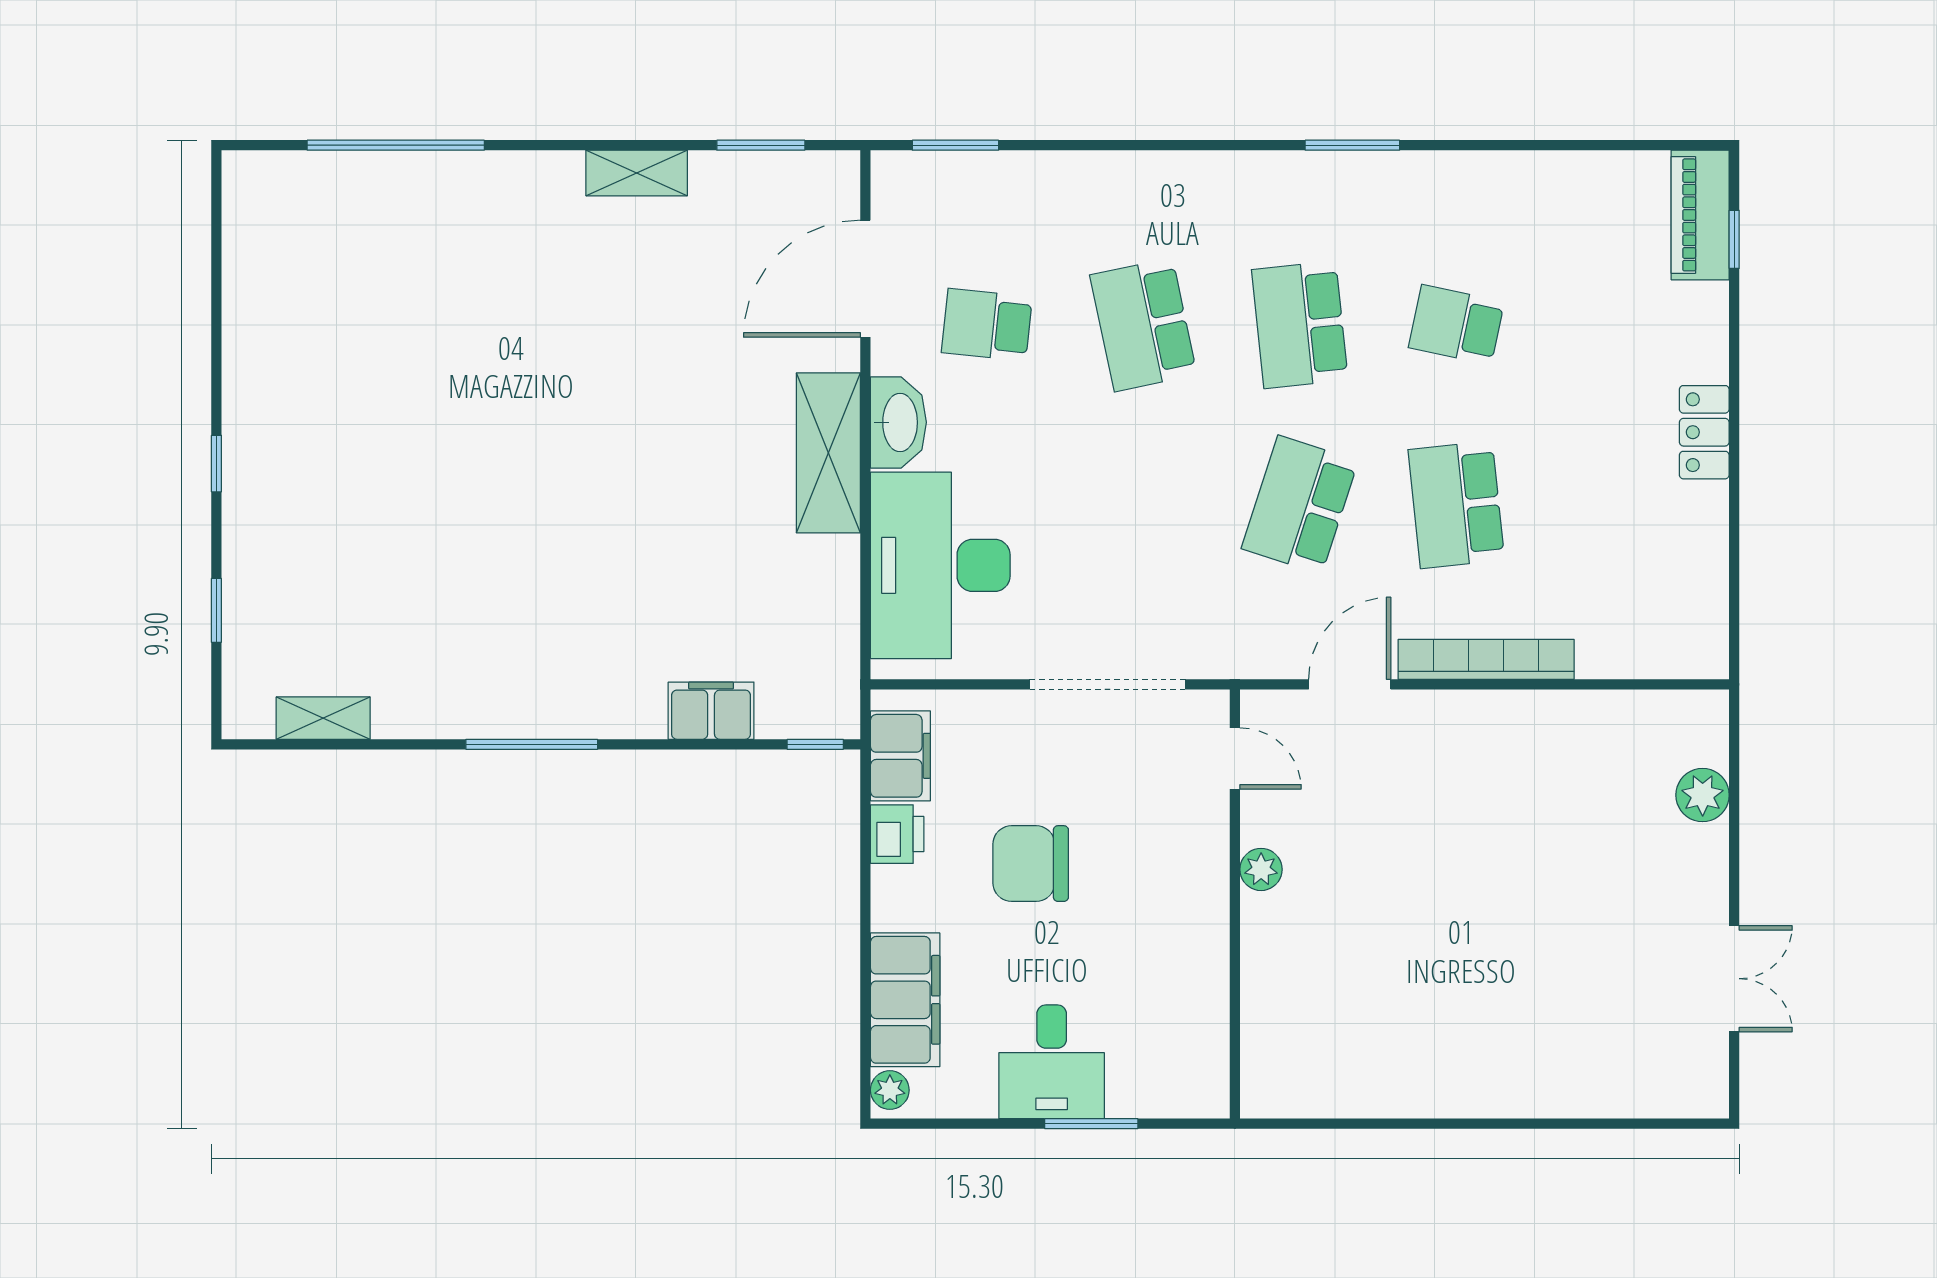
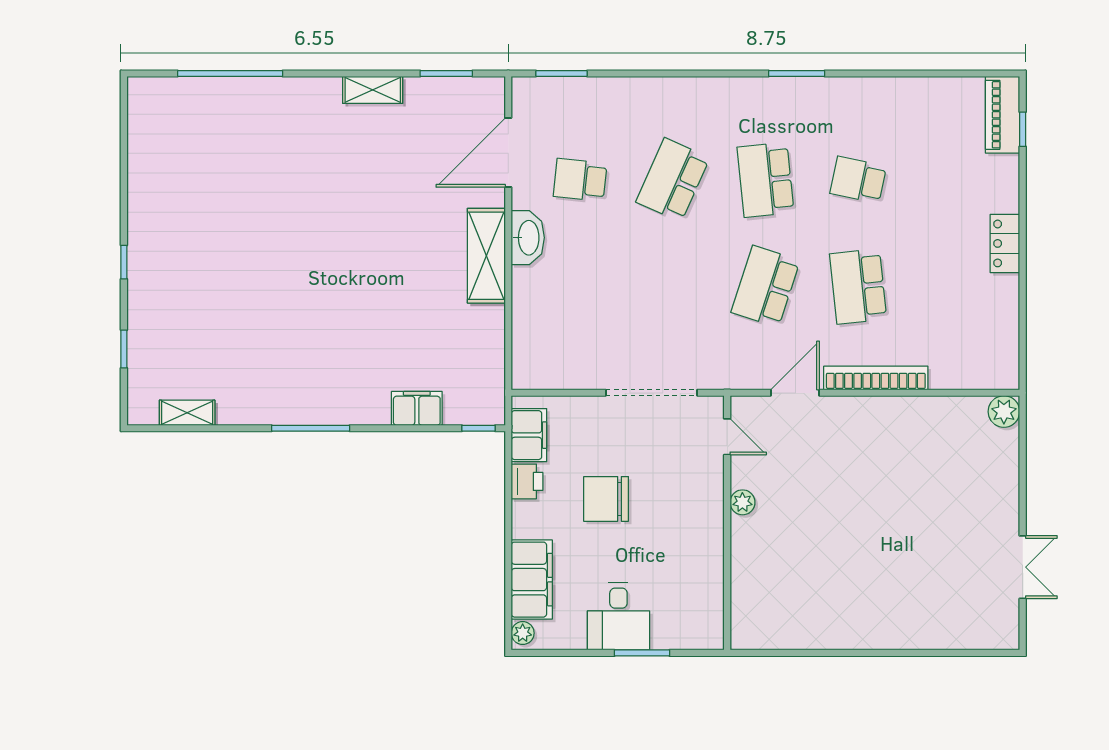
school desk: (1143, 325) -> (673, 180), turned 36
desk: (940, 565) -> (553, 322), removed
plant: (1703, 795) -> (1004, 412), moved

